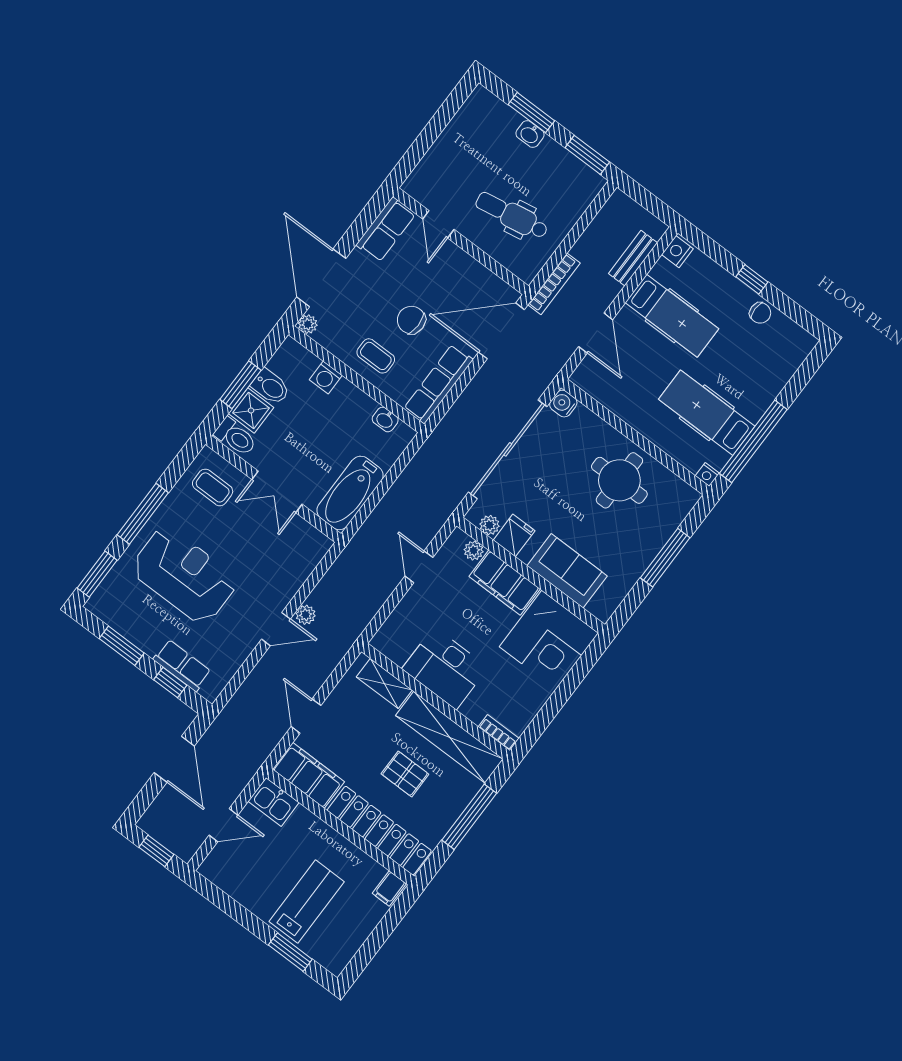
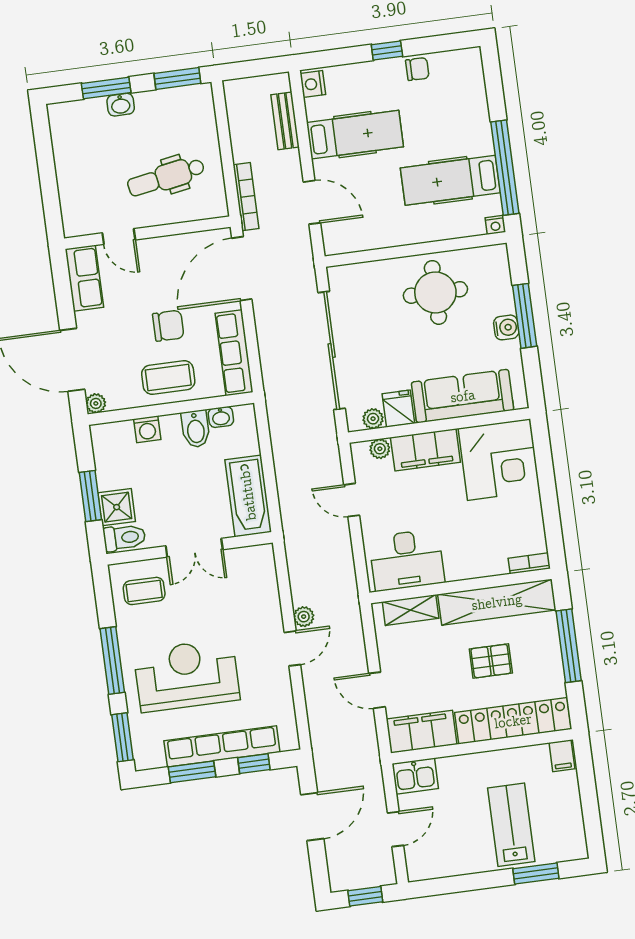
chair: (411, 320) -> (168, 326), turned 180
coffee table: (376, 356) -> (168, 377), width x1.36, depth x1.30
bidet: (271, 387) -> (196, 429), moved, turned 90
water cooler: (563, 404) -> (506, 327), moved, turned 180
sofa: (567, 571) -> (463, 396), width x1.36
row of seats: (182, 665) -> (222, 746), width x2.02
desk: (445, 668) -> (407, 560), moved
door: (174, 759) -> (312, 817), hinge flipped

